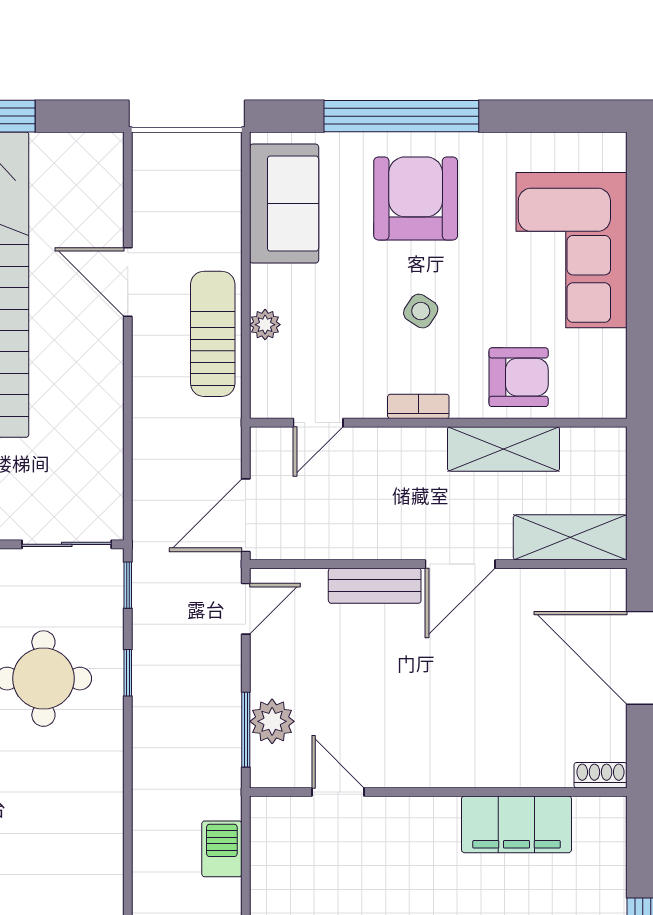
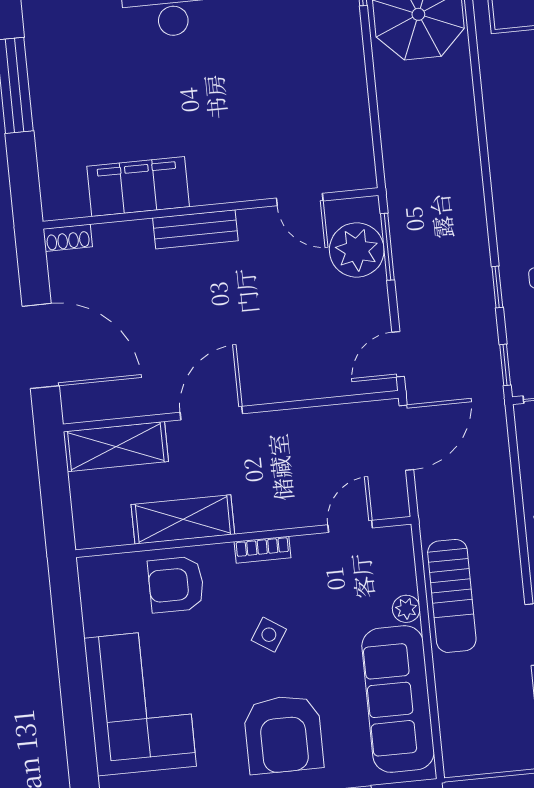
sofa: (284, 204) -> (398, 699), width x1.36
bench: (375, 586) -> (195, 229), moved
plant: (272, 721) -> (357, 250), width x1.36, depth x1.36
barbecue: (222, 849) -> (398, 139), removed

